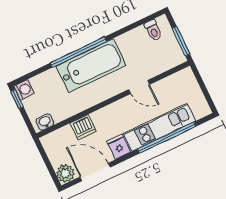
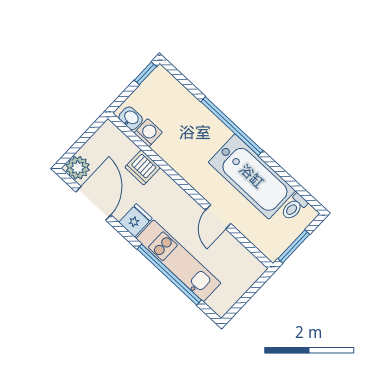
bathtub: (91, 66) -> (252, 176), moved
washing machine: (24, 90) -> (148, 133), moved, turned -90

